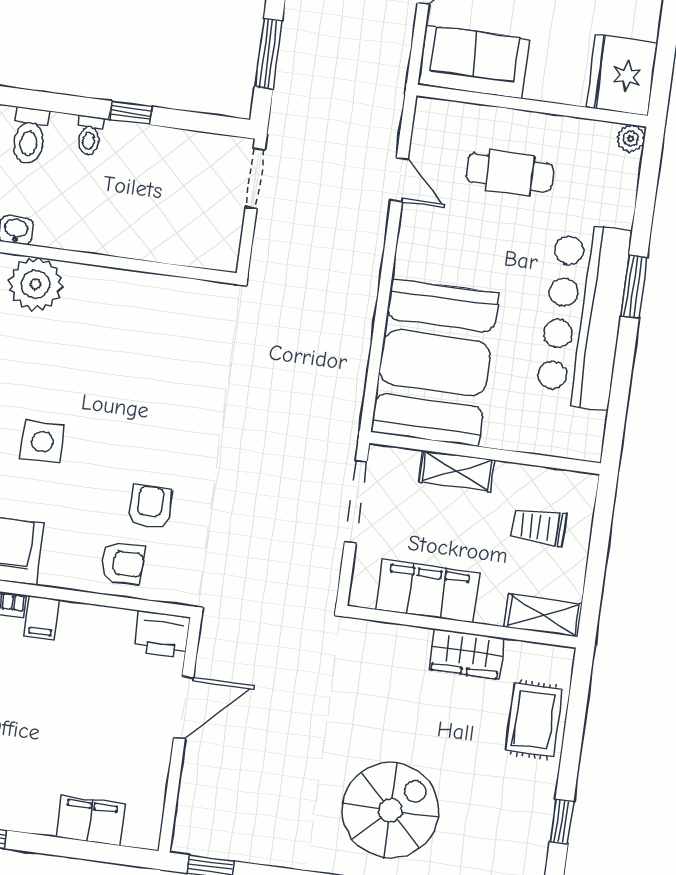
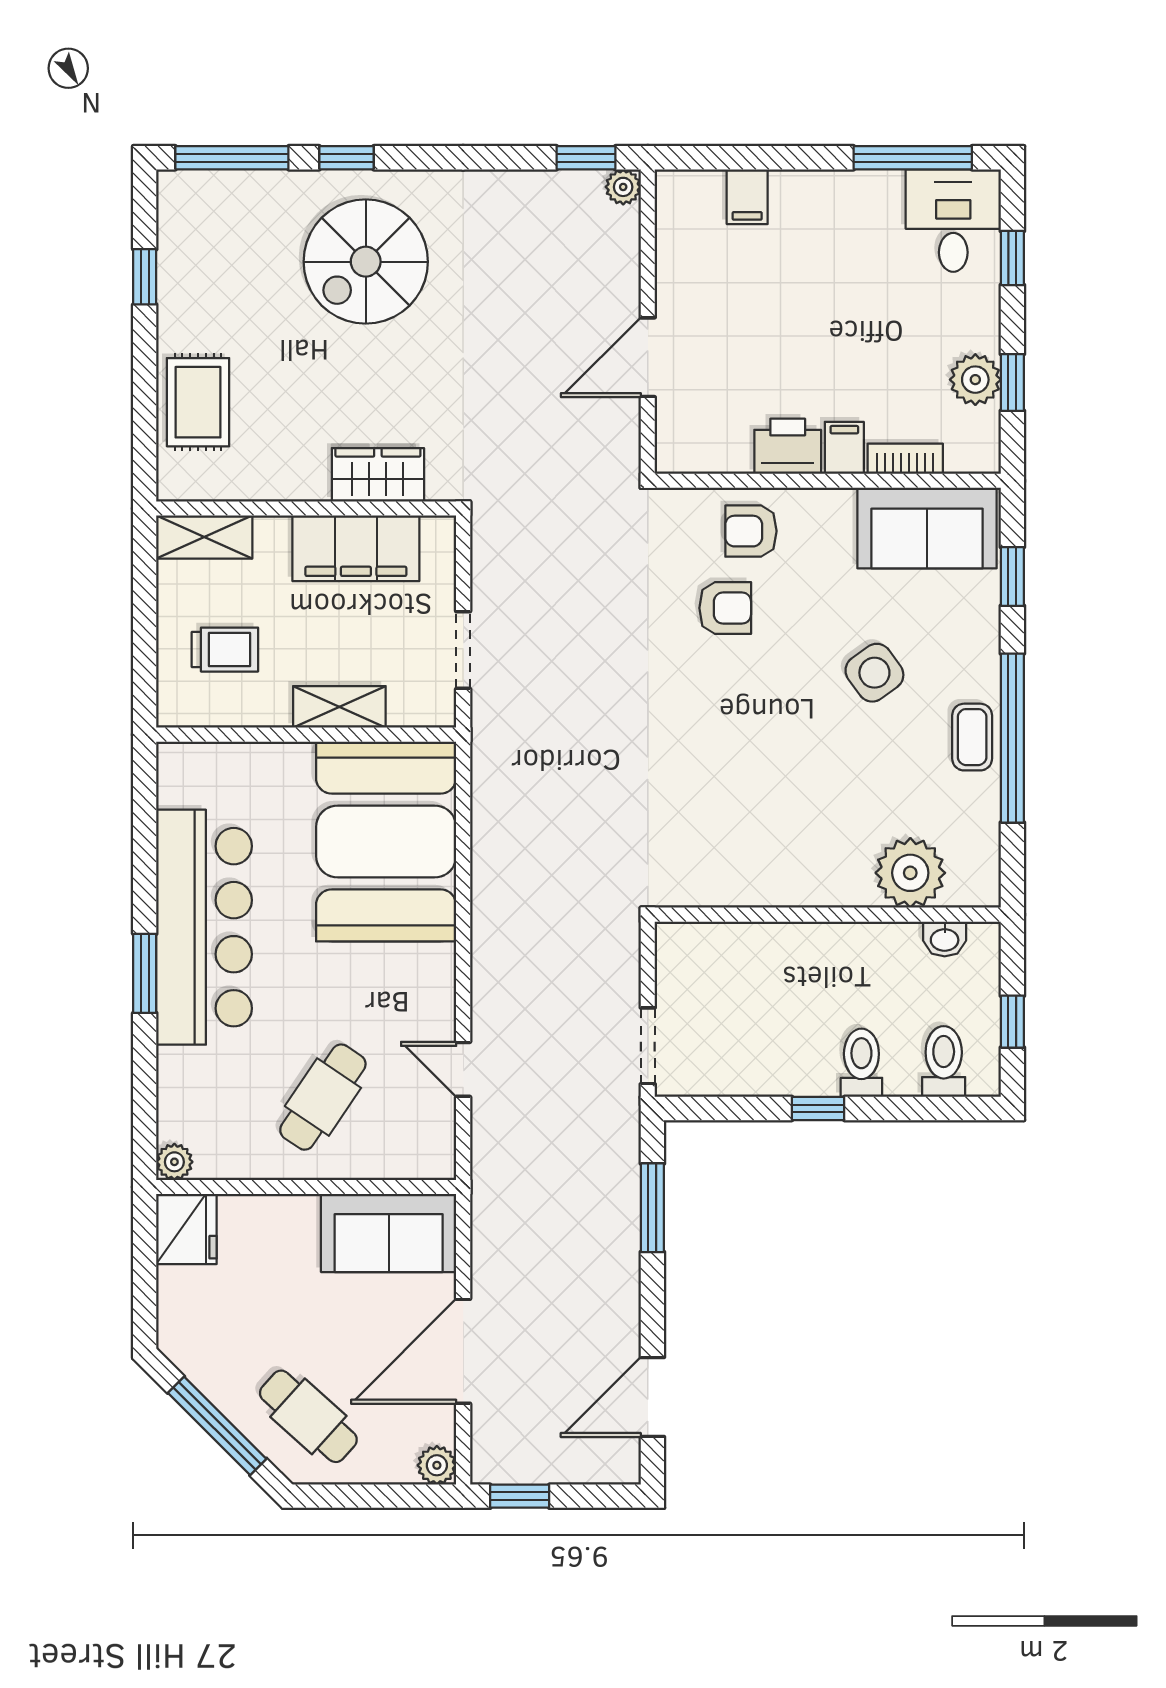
fridge: (622, 75) -> (186, 1229), width x0.73, depth x0.75
toilet: (89, 135) -> (861, 1063), width x1.37, depth x1.39
cafe table: (510, 173) -> (323, 1097), turned -56
side table: (42, 442) -> (874, 673), turned -36
doorway: (356, 502) -> (463, 650), width x0.73
armchair: (150, 507) -> (725, 608), turned -90
printer: (162, 635) -> (788, 446), moved
wardrobe: (467, 654) -> (378, 475), moved
filing cabinet: (91, 820) -> (747, 197), width x0.50
plant: (185, 841) -> (623, 187), added

